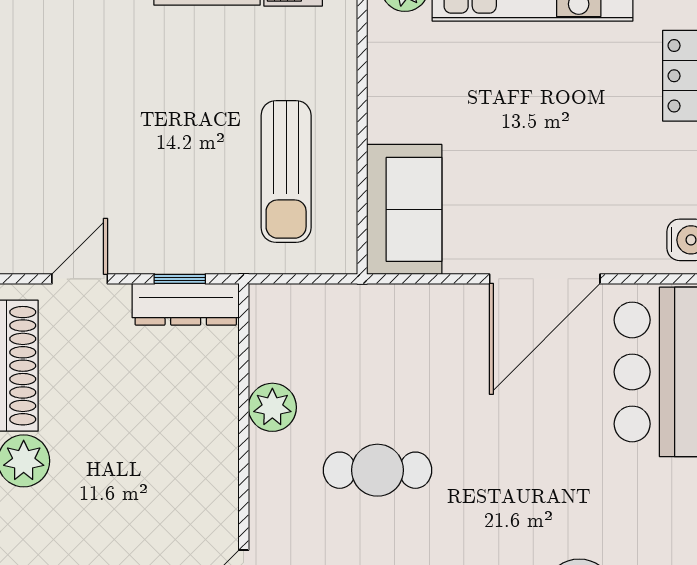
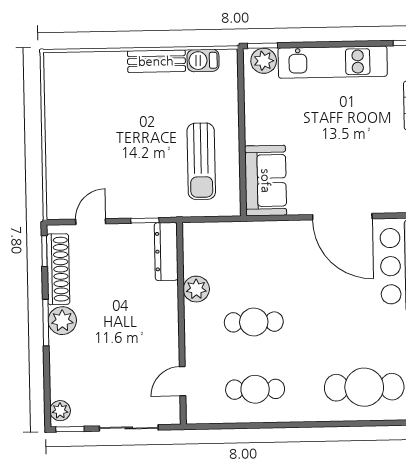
door: (545, 279) -> (342, 217), hinge flipped
dresser: (186, 304) -> (166, 251), moved, turned 90

